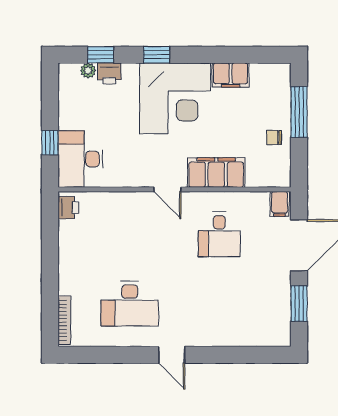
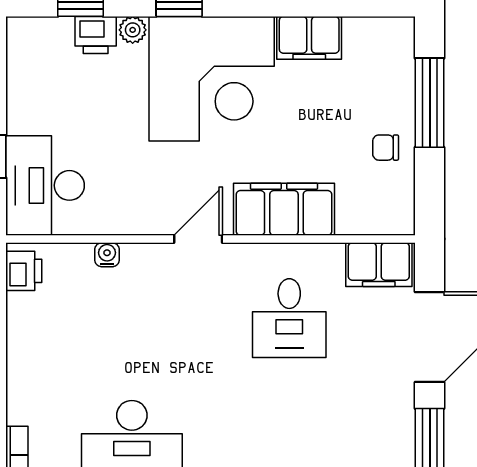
plant: (88, 71) -> (133, 30), moved
door: (167, 189) -> (198, 239), swing flipped
water cooler: (116, 198) -> (107, 255), added
filing cabinet: (280, 204) -> (379, 265), width x2.00

